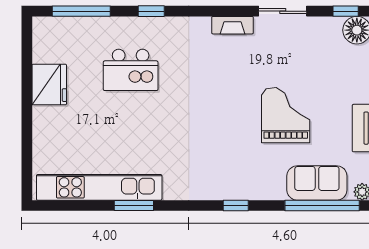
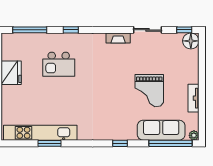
grand piano: (286, 115) -> (149, 91), turned 180
sofa: (317, 183) -> (161, 130), width x1.36
window: (134, 205) -> (50, 143), moved

